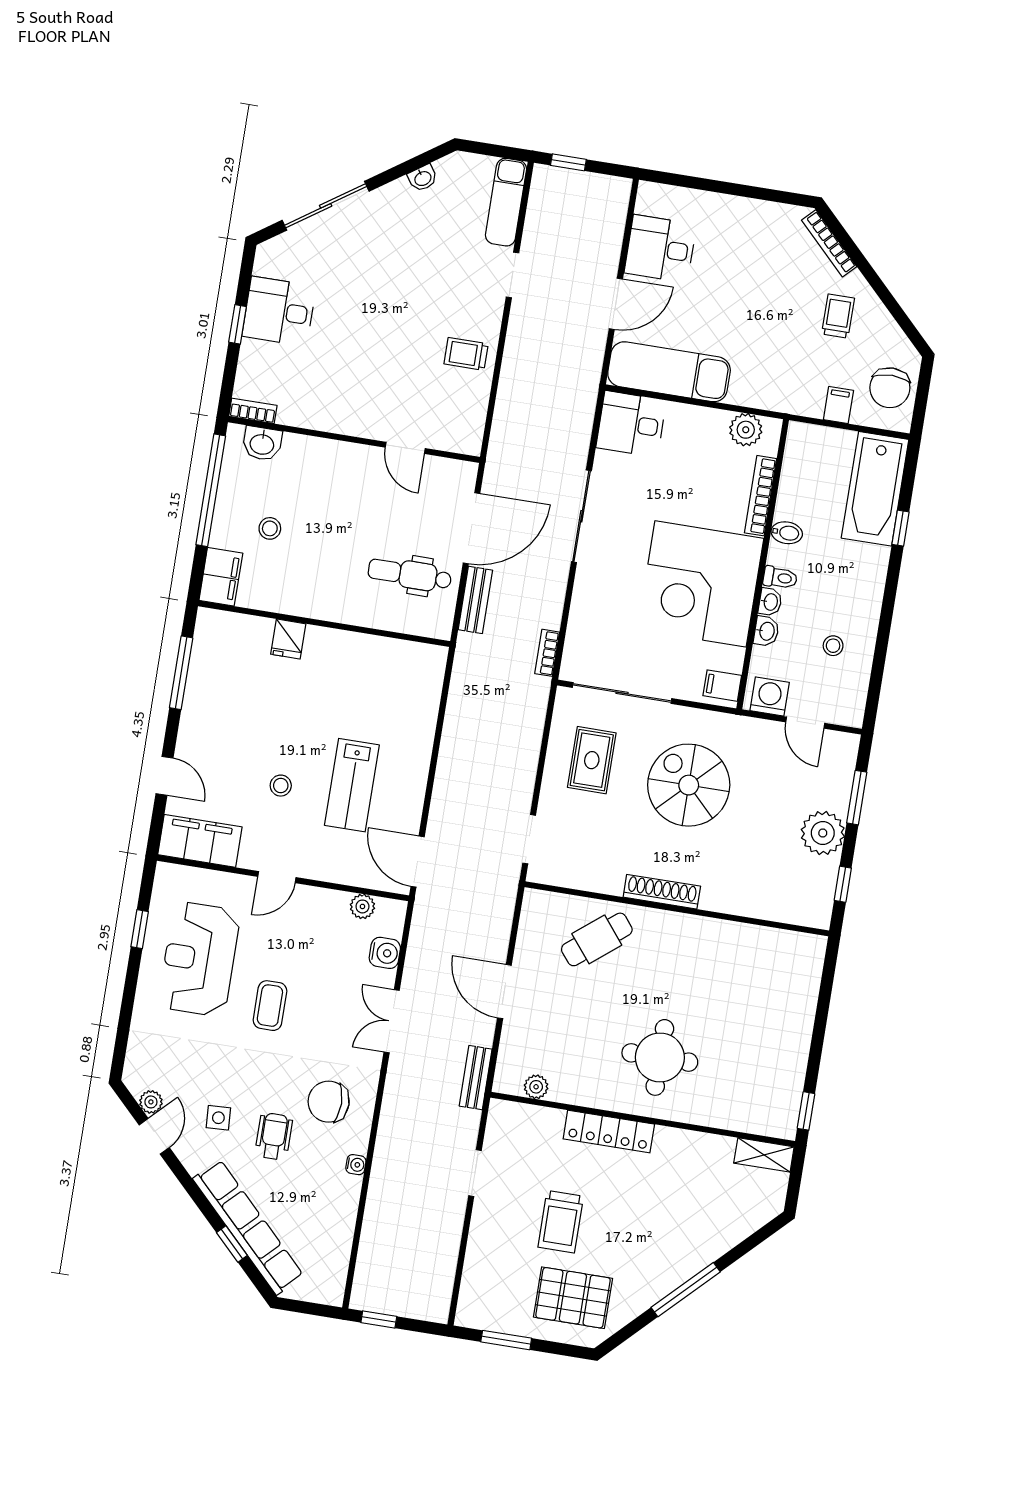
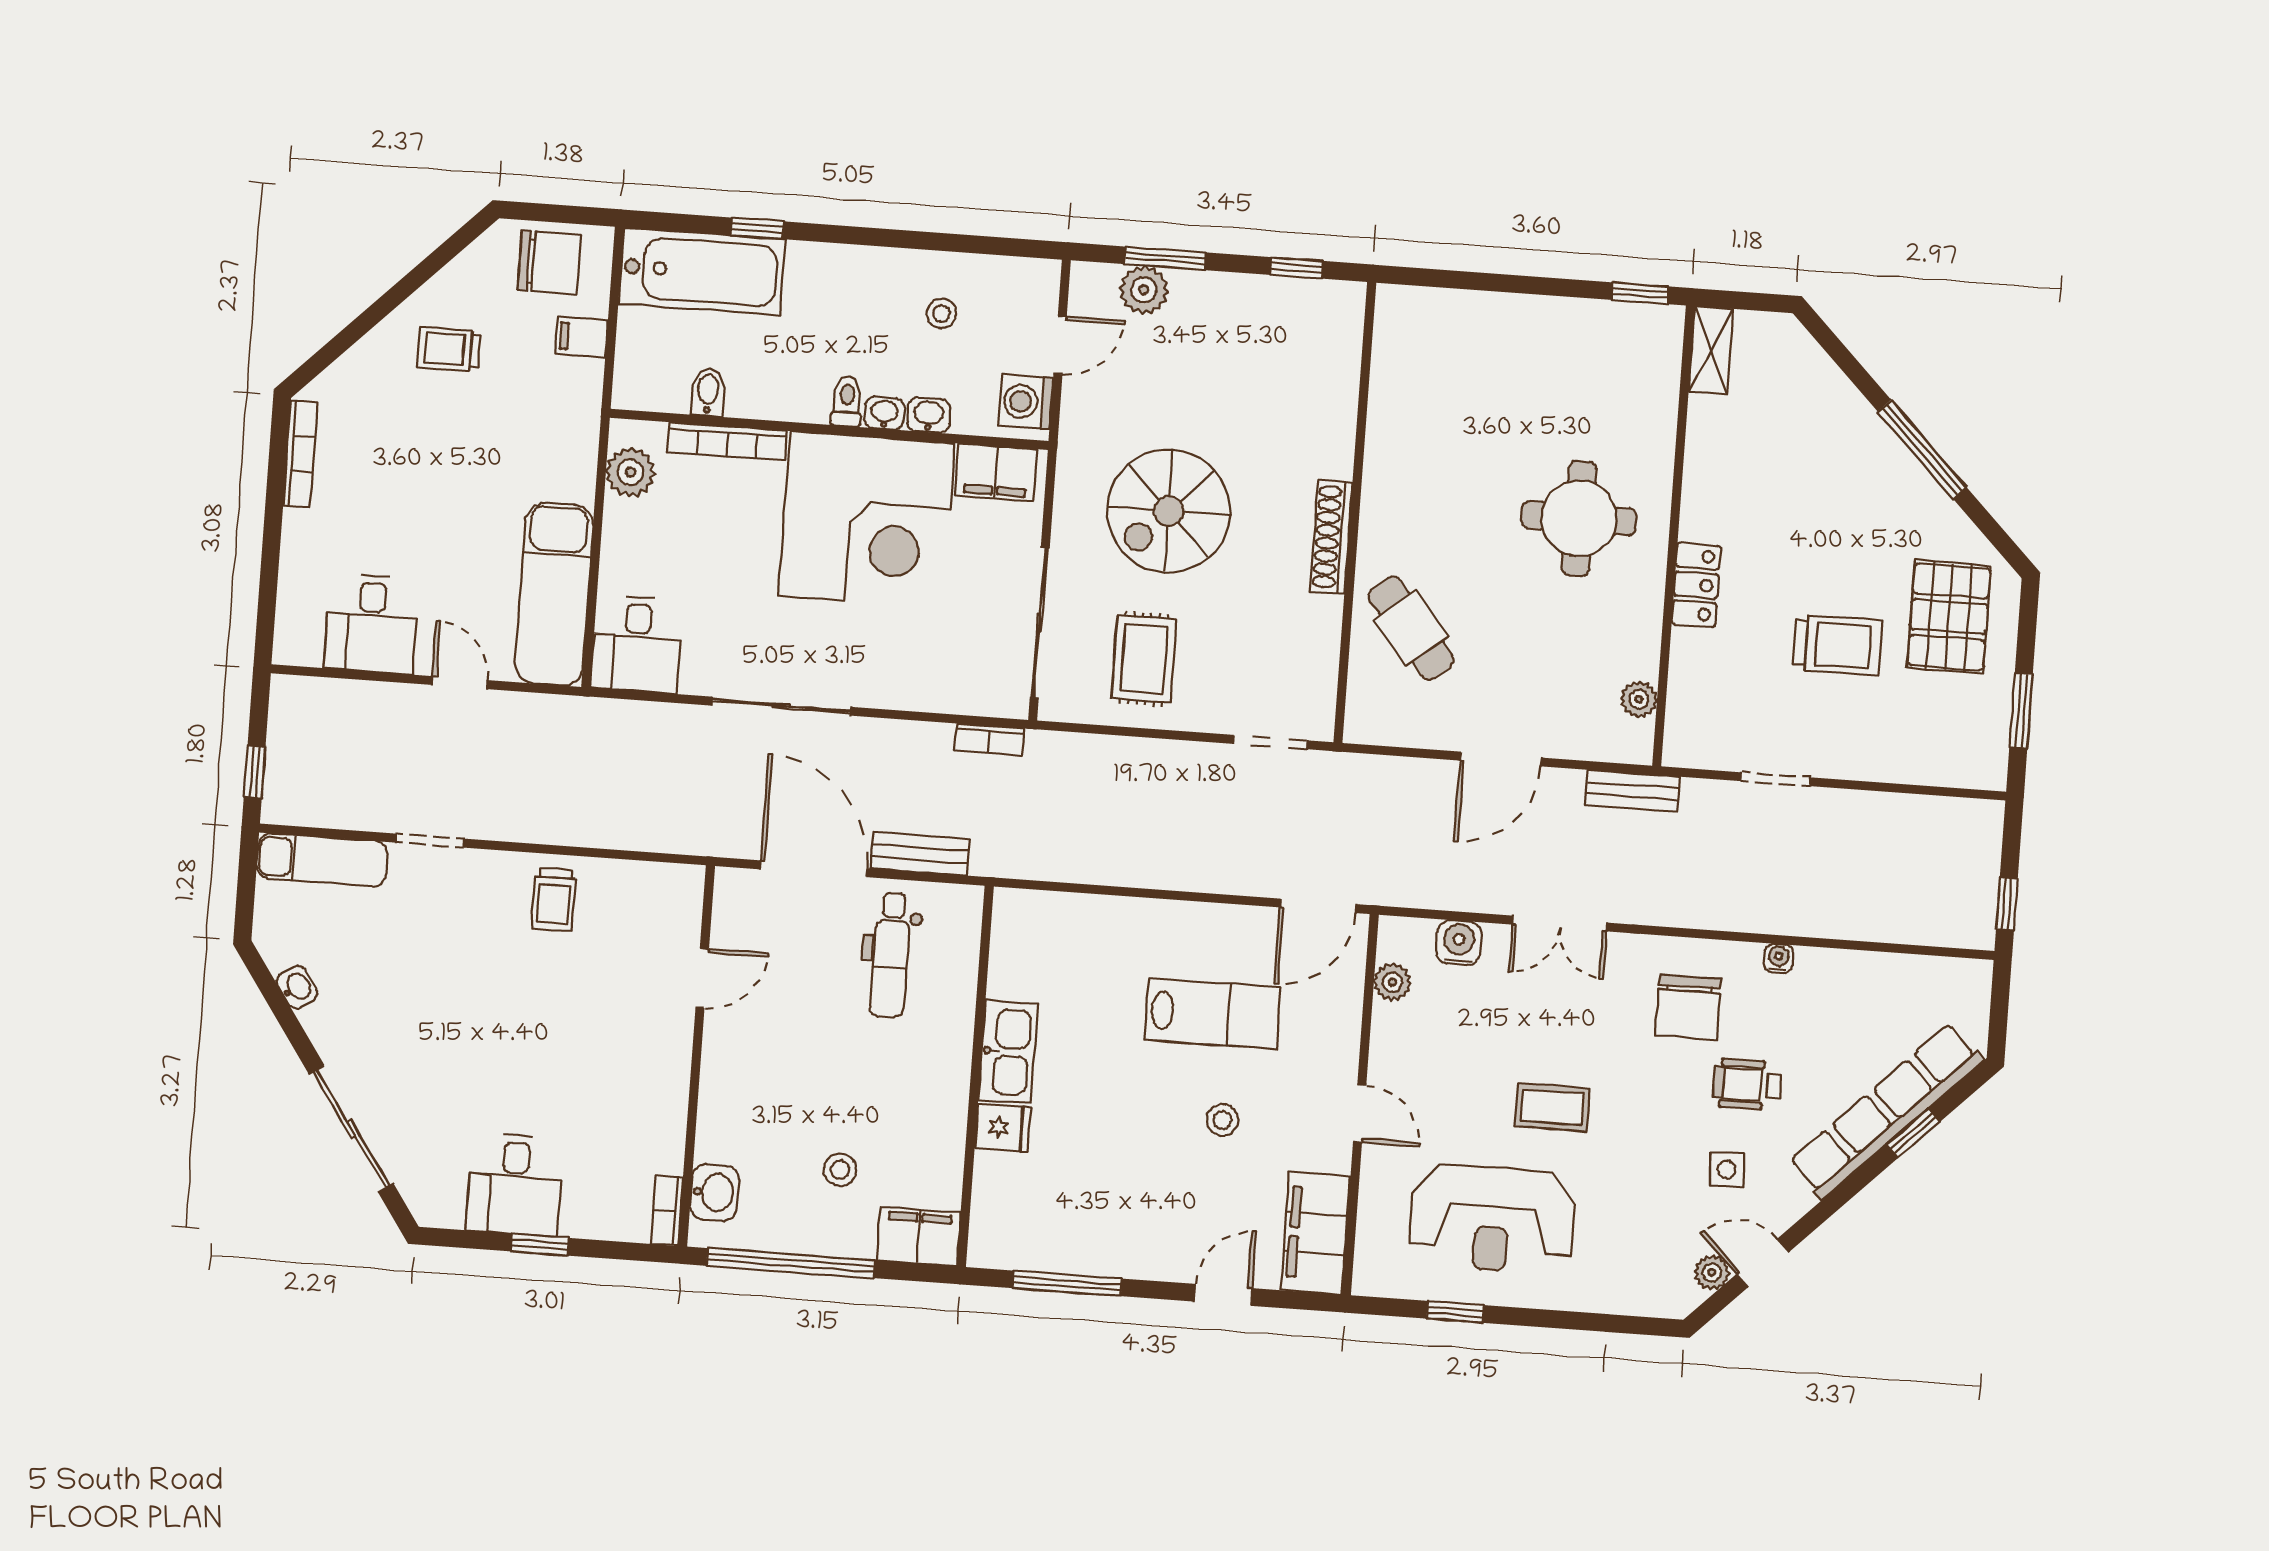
bookcase: (829, 243) -> (300, 454), moved, turned -45
door: (616, 304) -> (460, 683), width x0.73
bidet: (787, 533) -> (708, 392), moved
kitchen sink: (338, 647) -> (1008, 1052), added
filing cabinet: (722, 686) -> (996, 472), width x2.00
rug: (592, 760) -> (1144, 659), turned 90
plant: (823, 833) -> (1144, 290), moved, width x0.73, depth x0.73
locker: (609, 1132) -> (1696, 585), width x0.66

